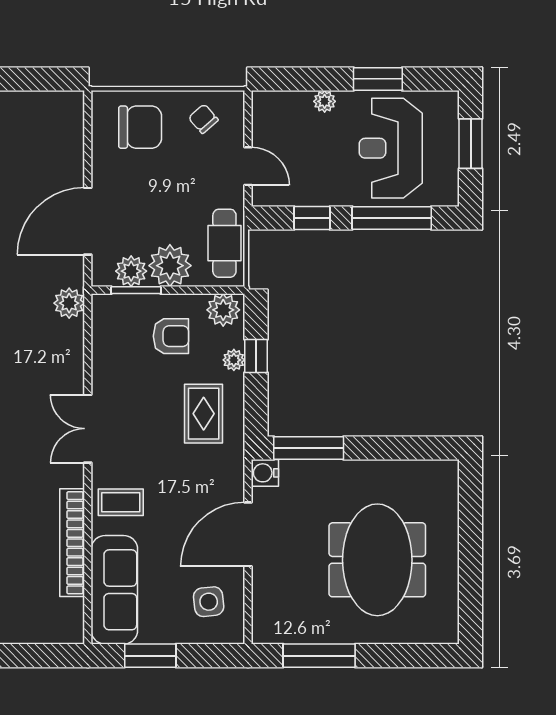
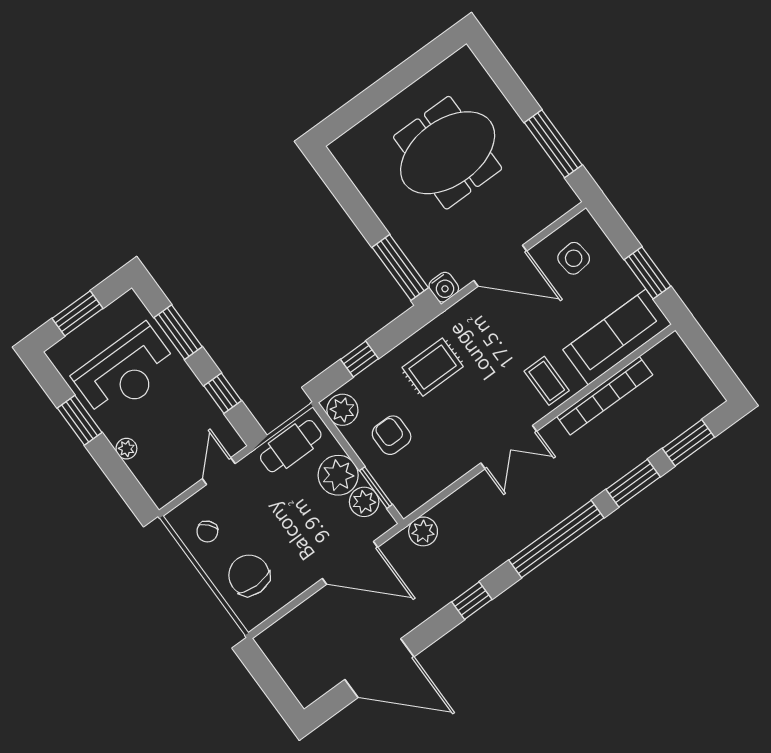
window: (392, 218) -> (178, 332), width x0.69
plant: (234, 360) -> (375, 374), removed

